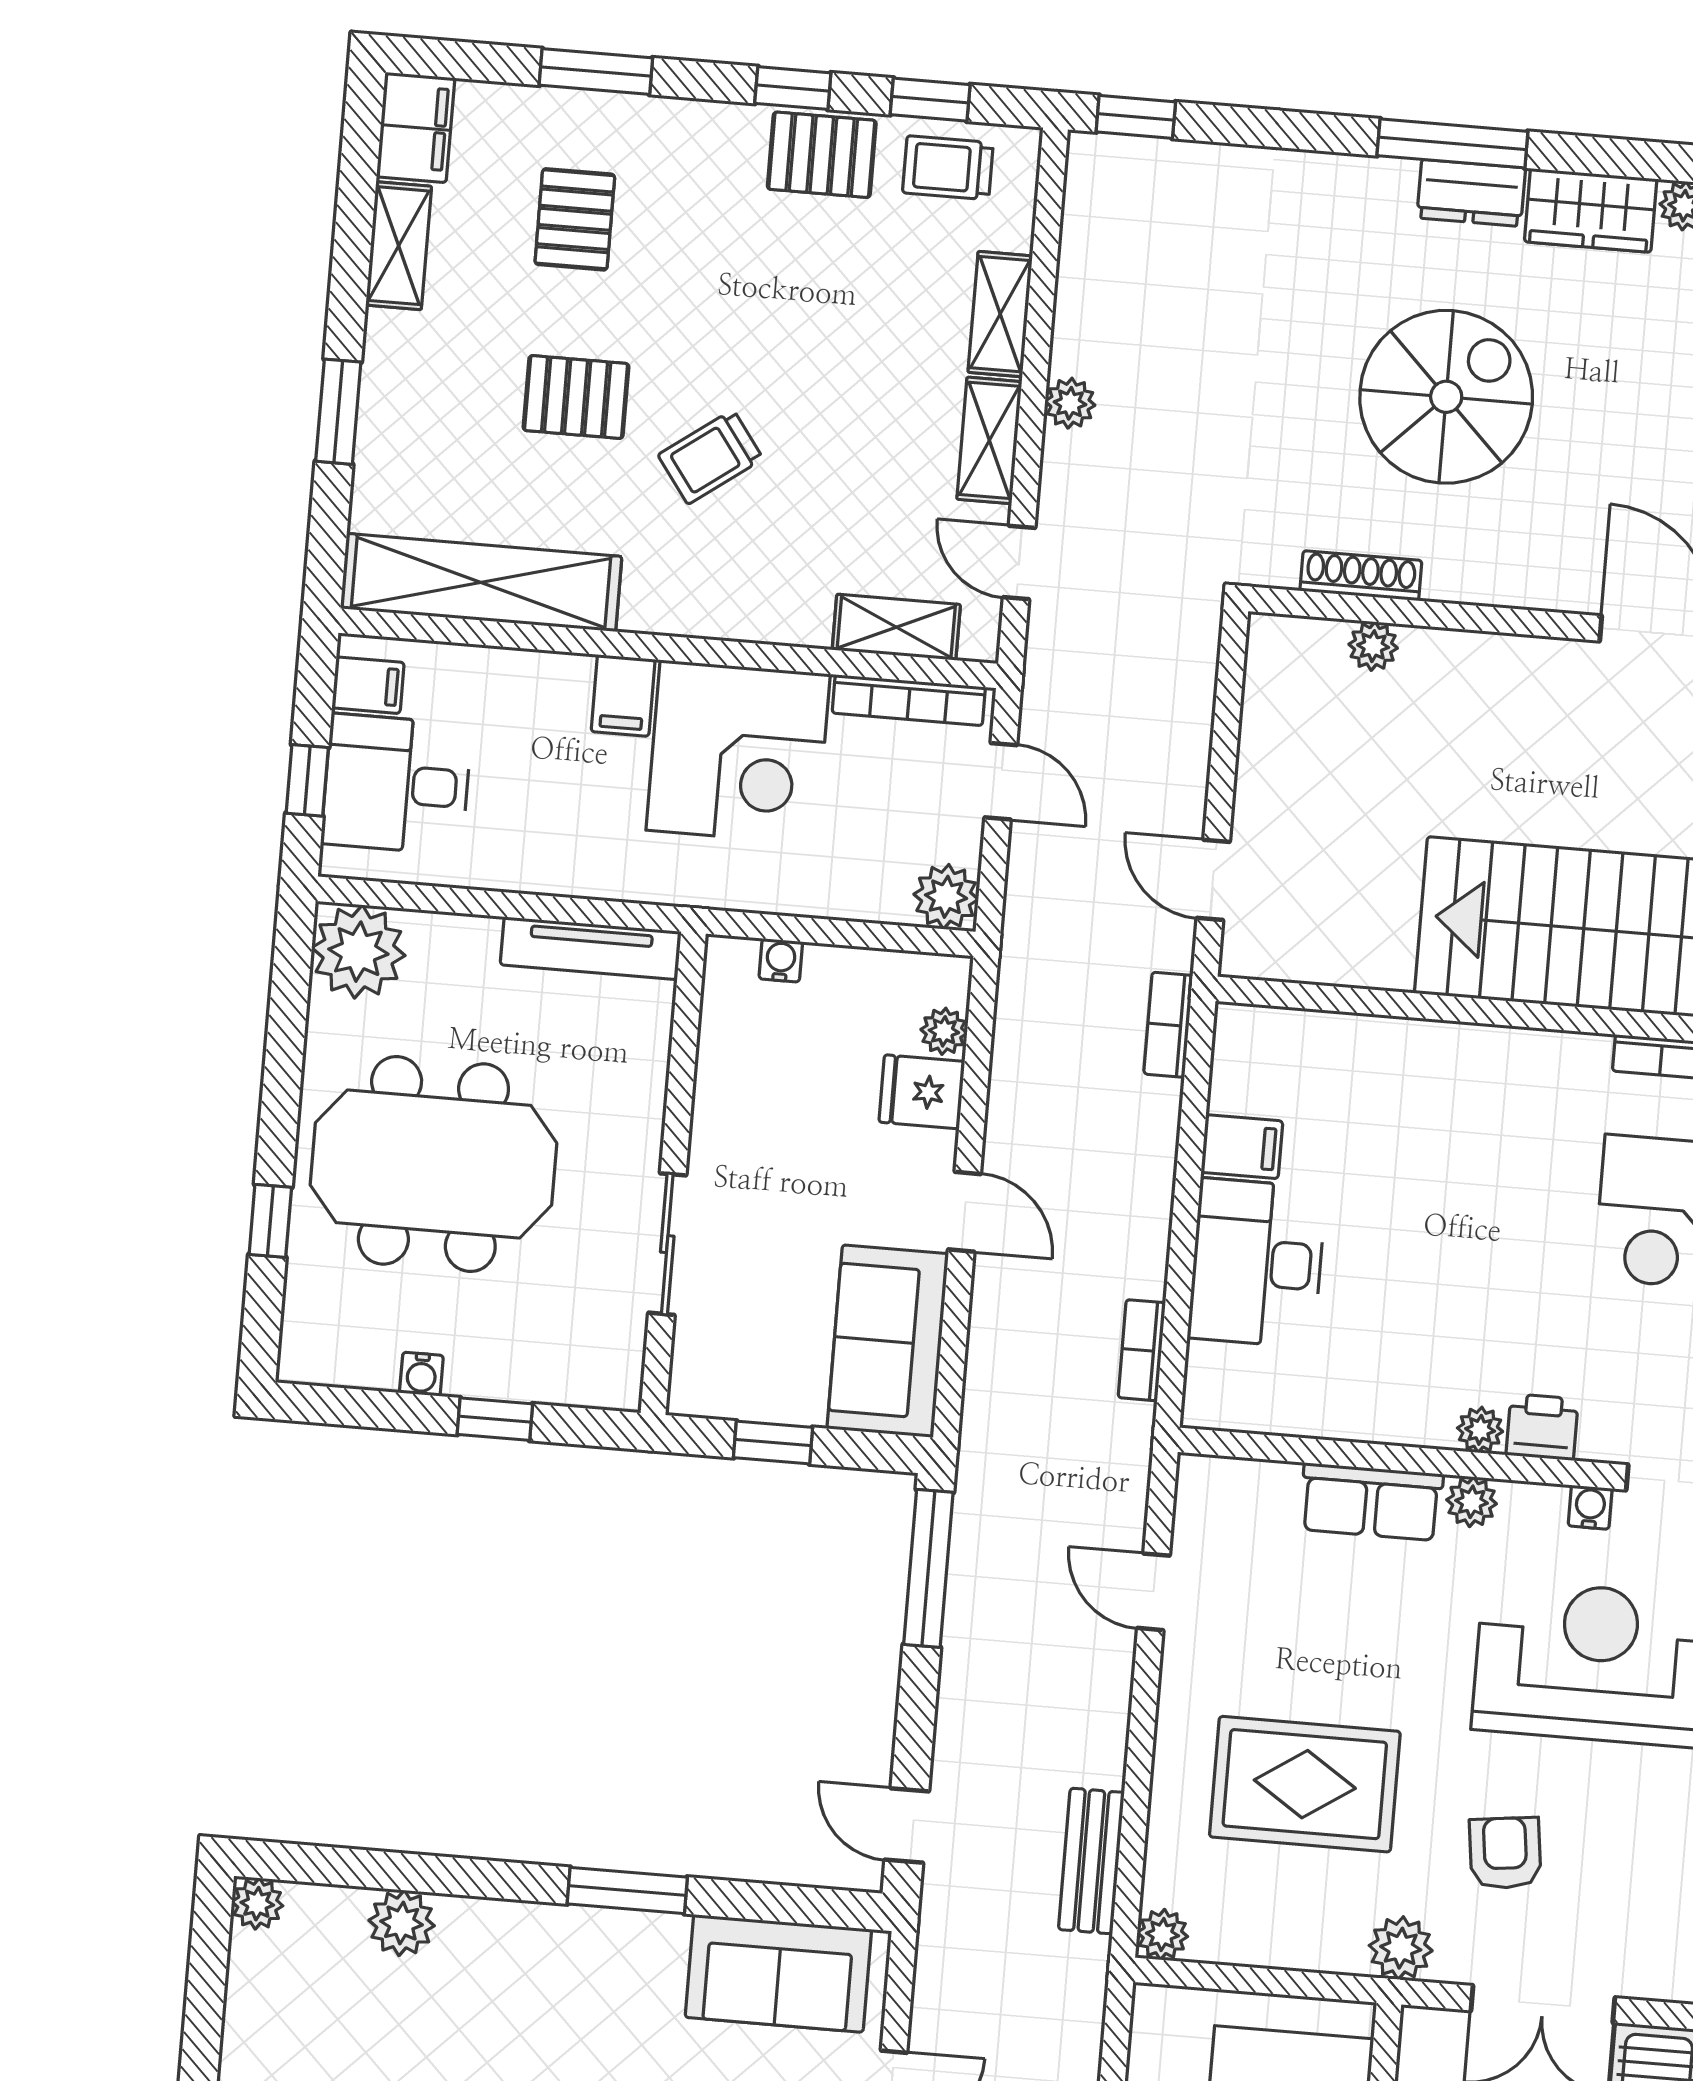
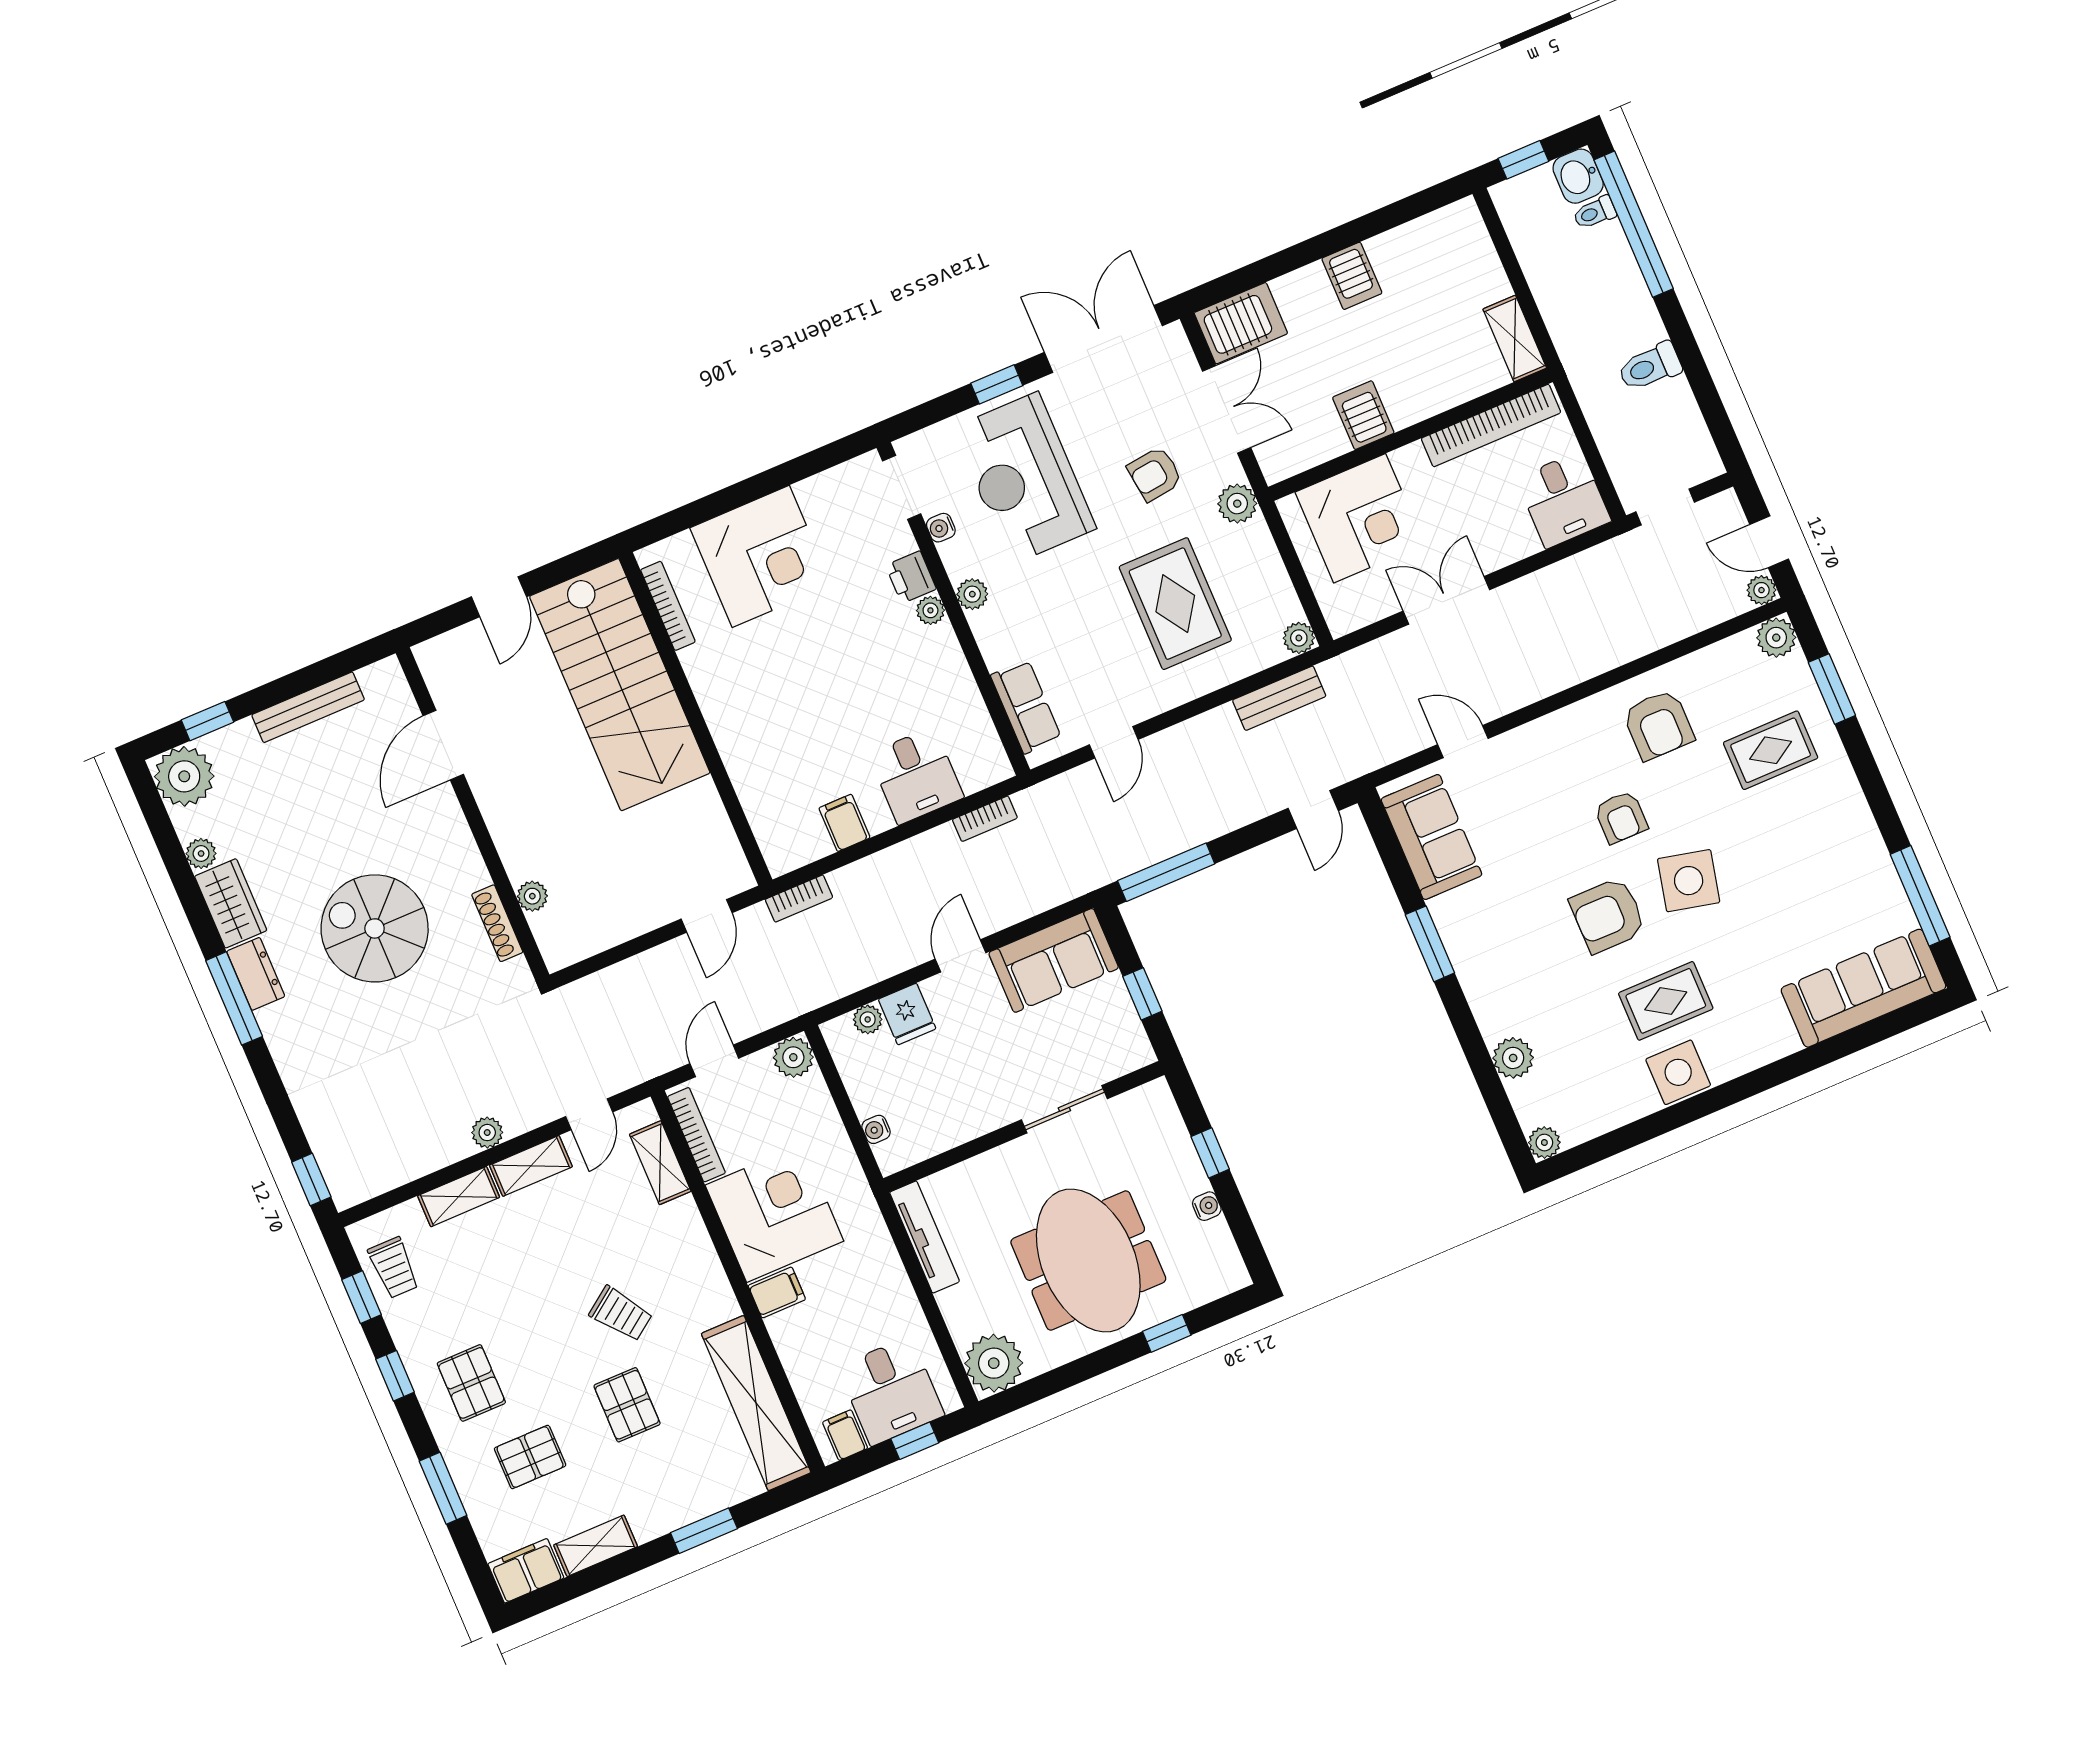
pallet: (822, 155) -> (471, 1383), moved
desk: (1257, 1263) -> (916, 776), width x0.73
row of seats: (1371, 1502) -> (1026, 707), moved

